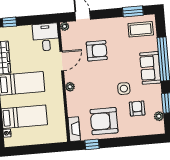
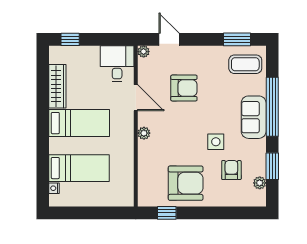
door: (62, 61) -> (136, 98), hinge flipped
armchair: (104, 121) -> (186, 183), turned 180
fireplace: (74, 129) -> (145, 190), removed

